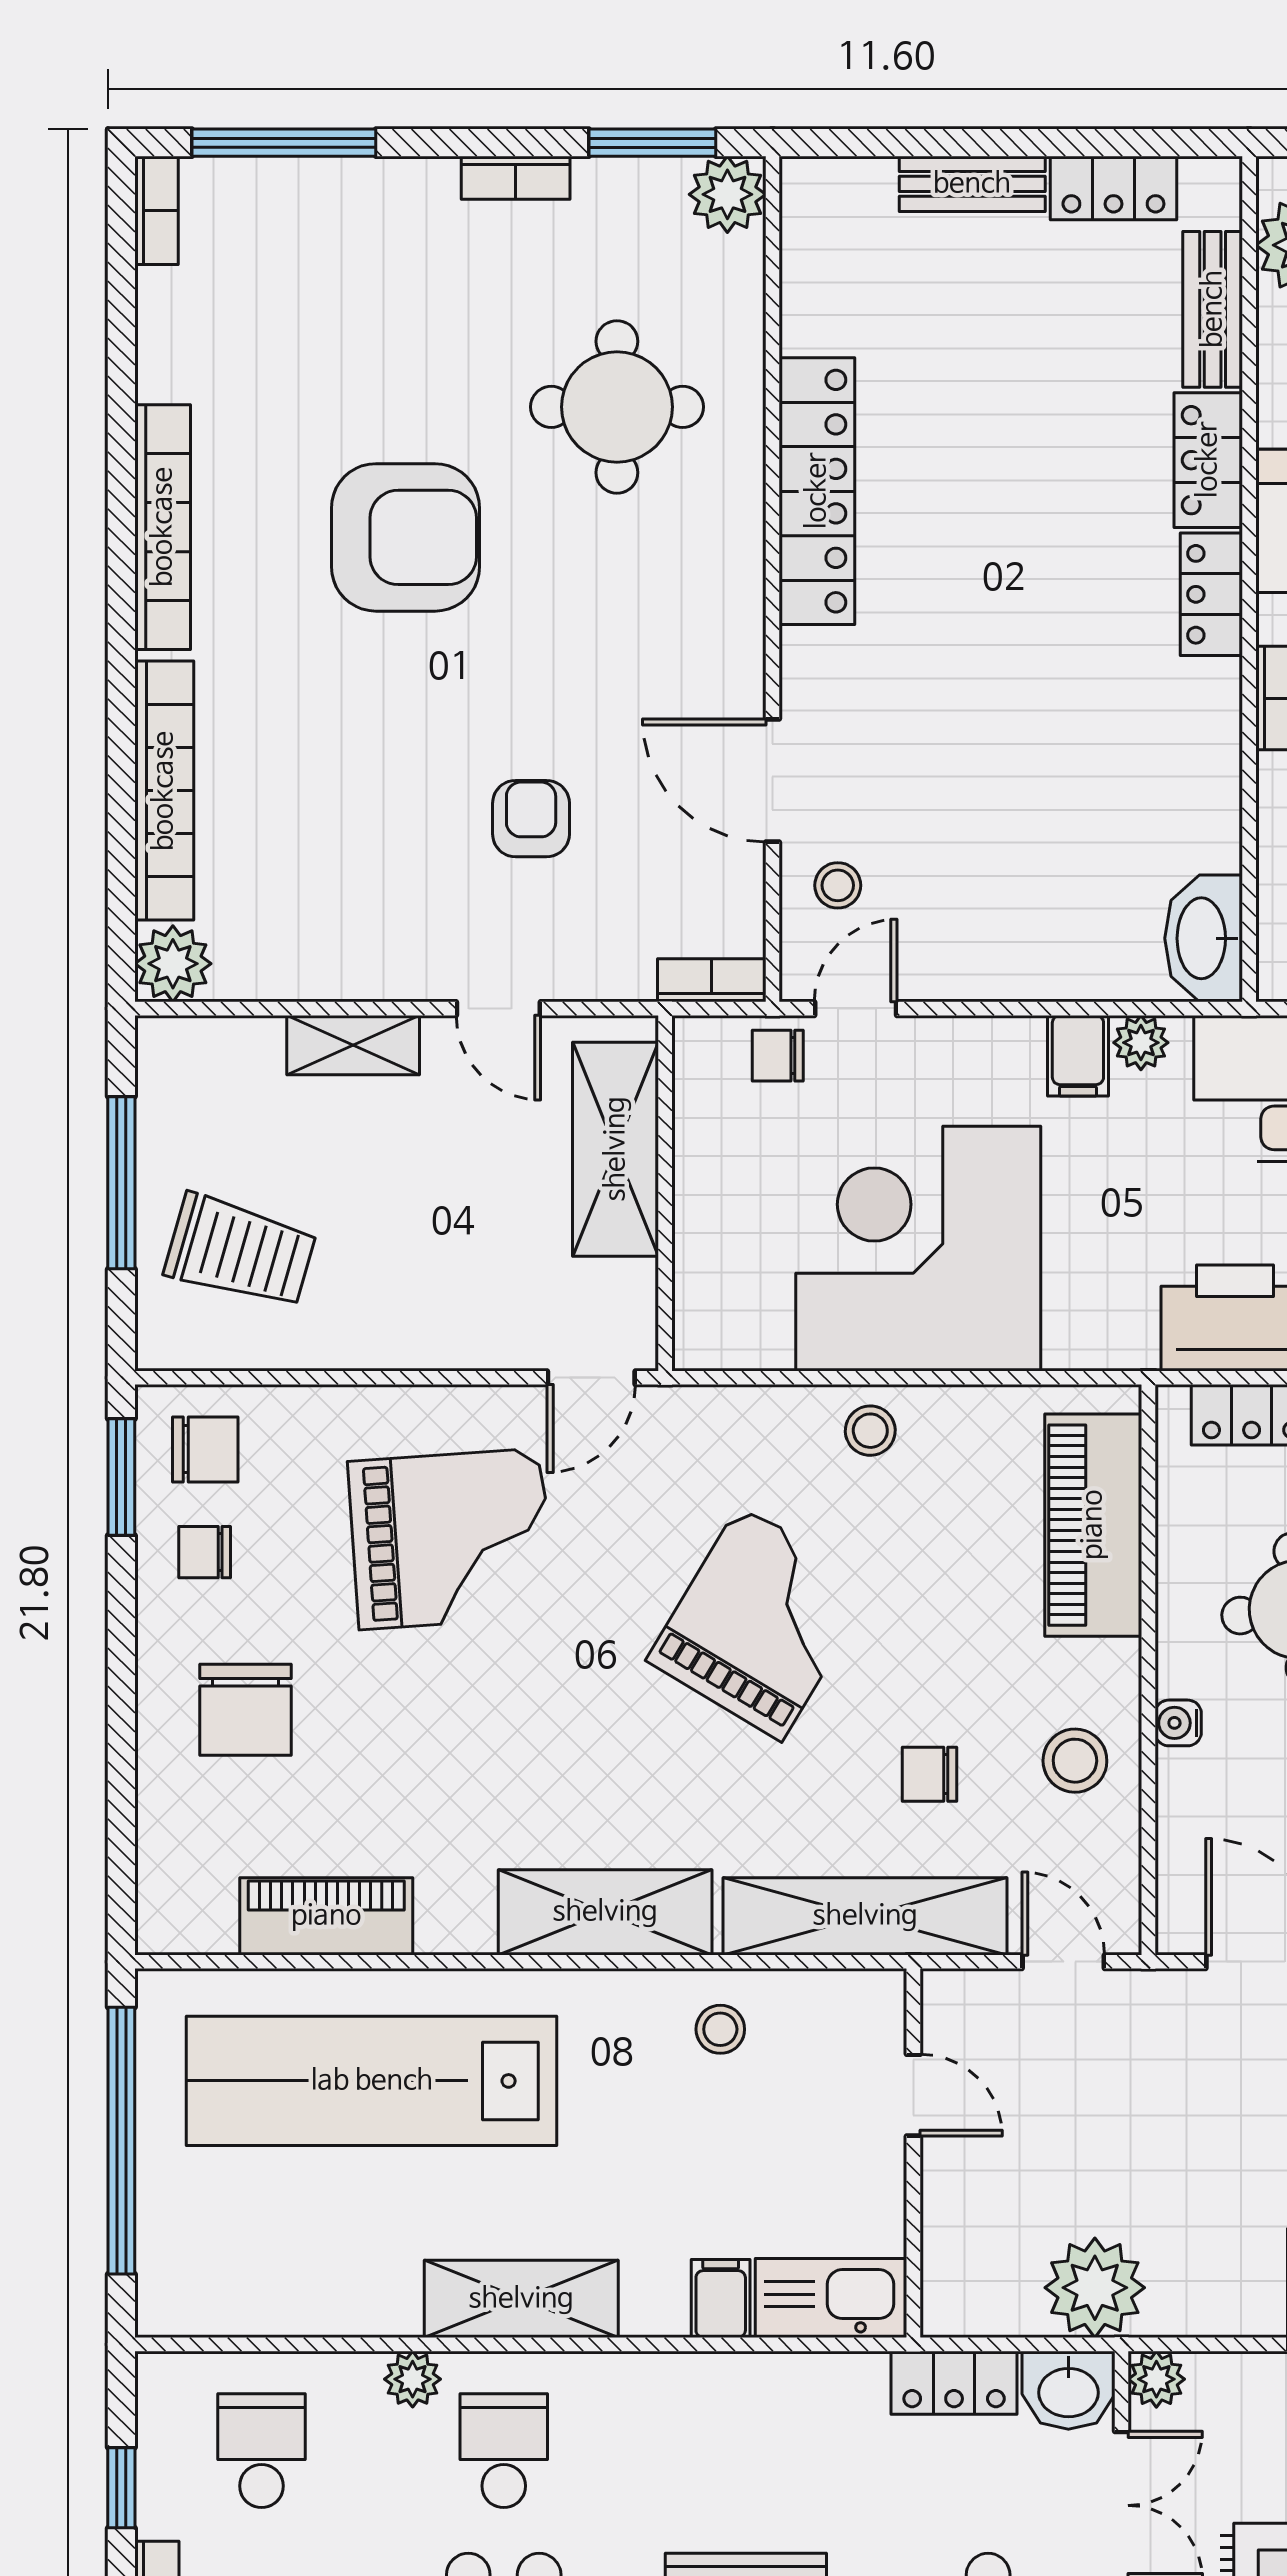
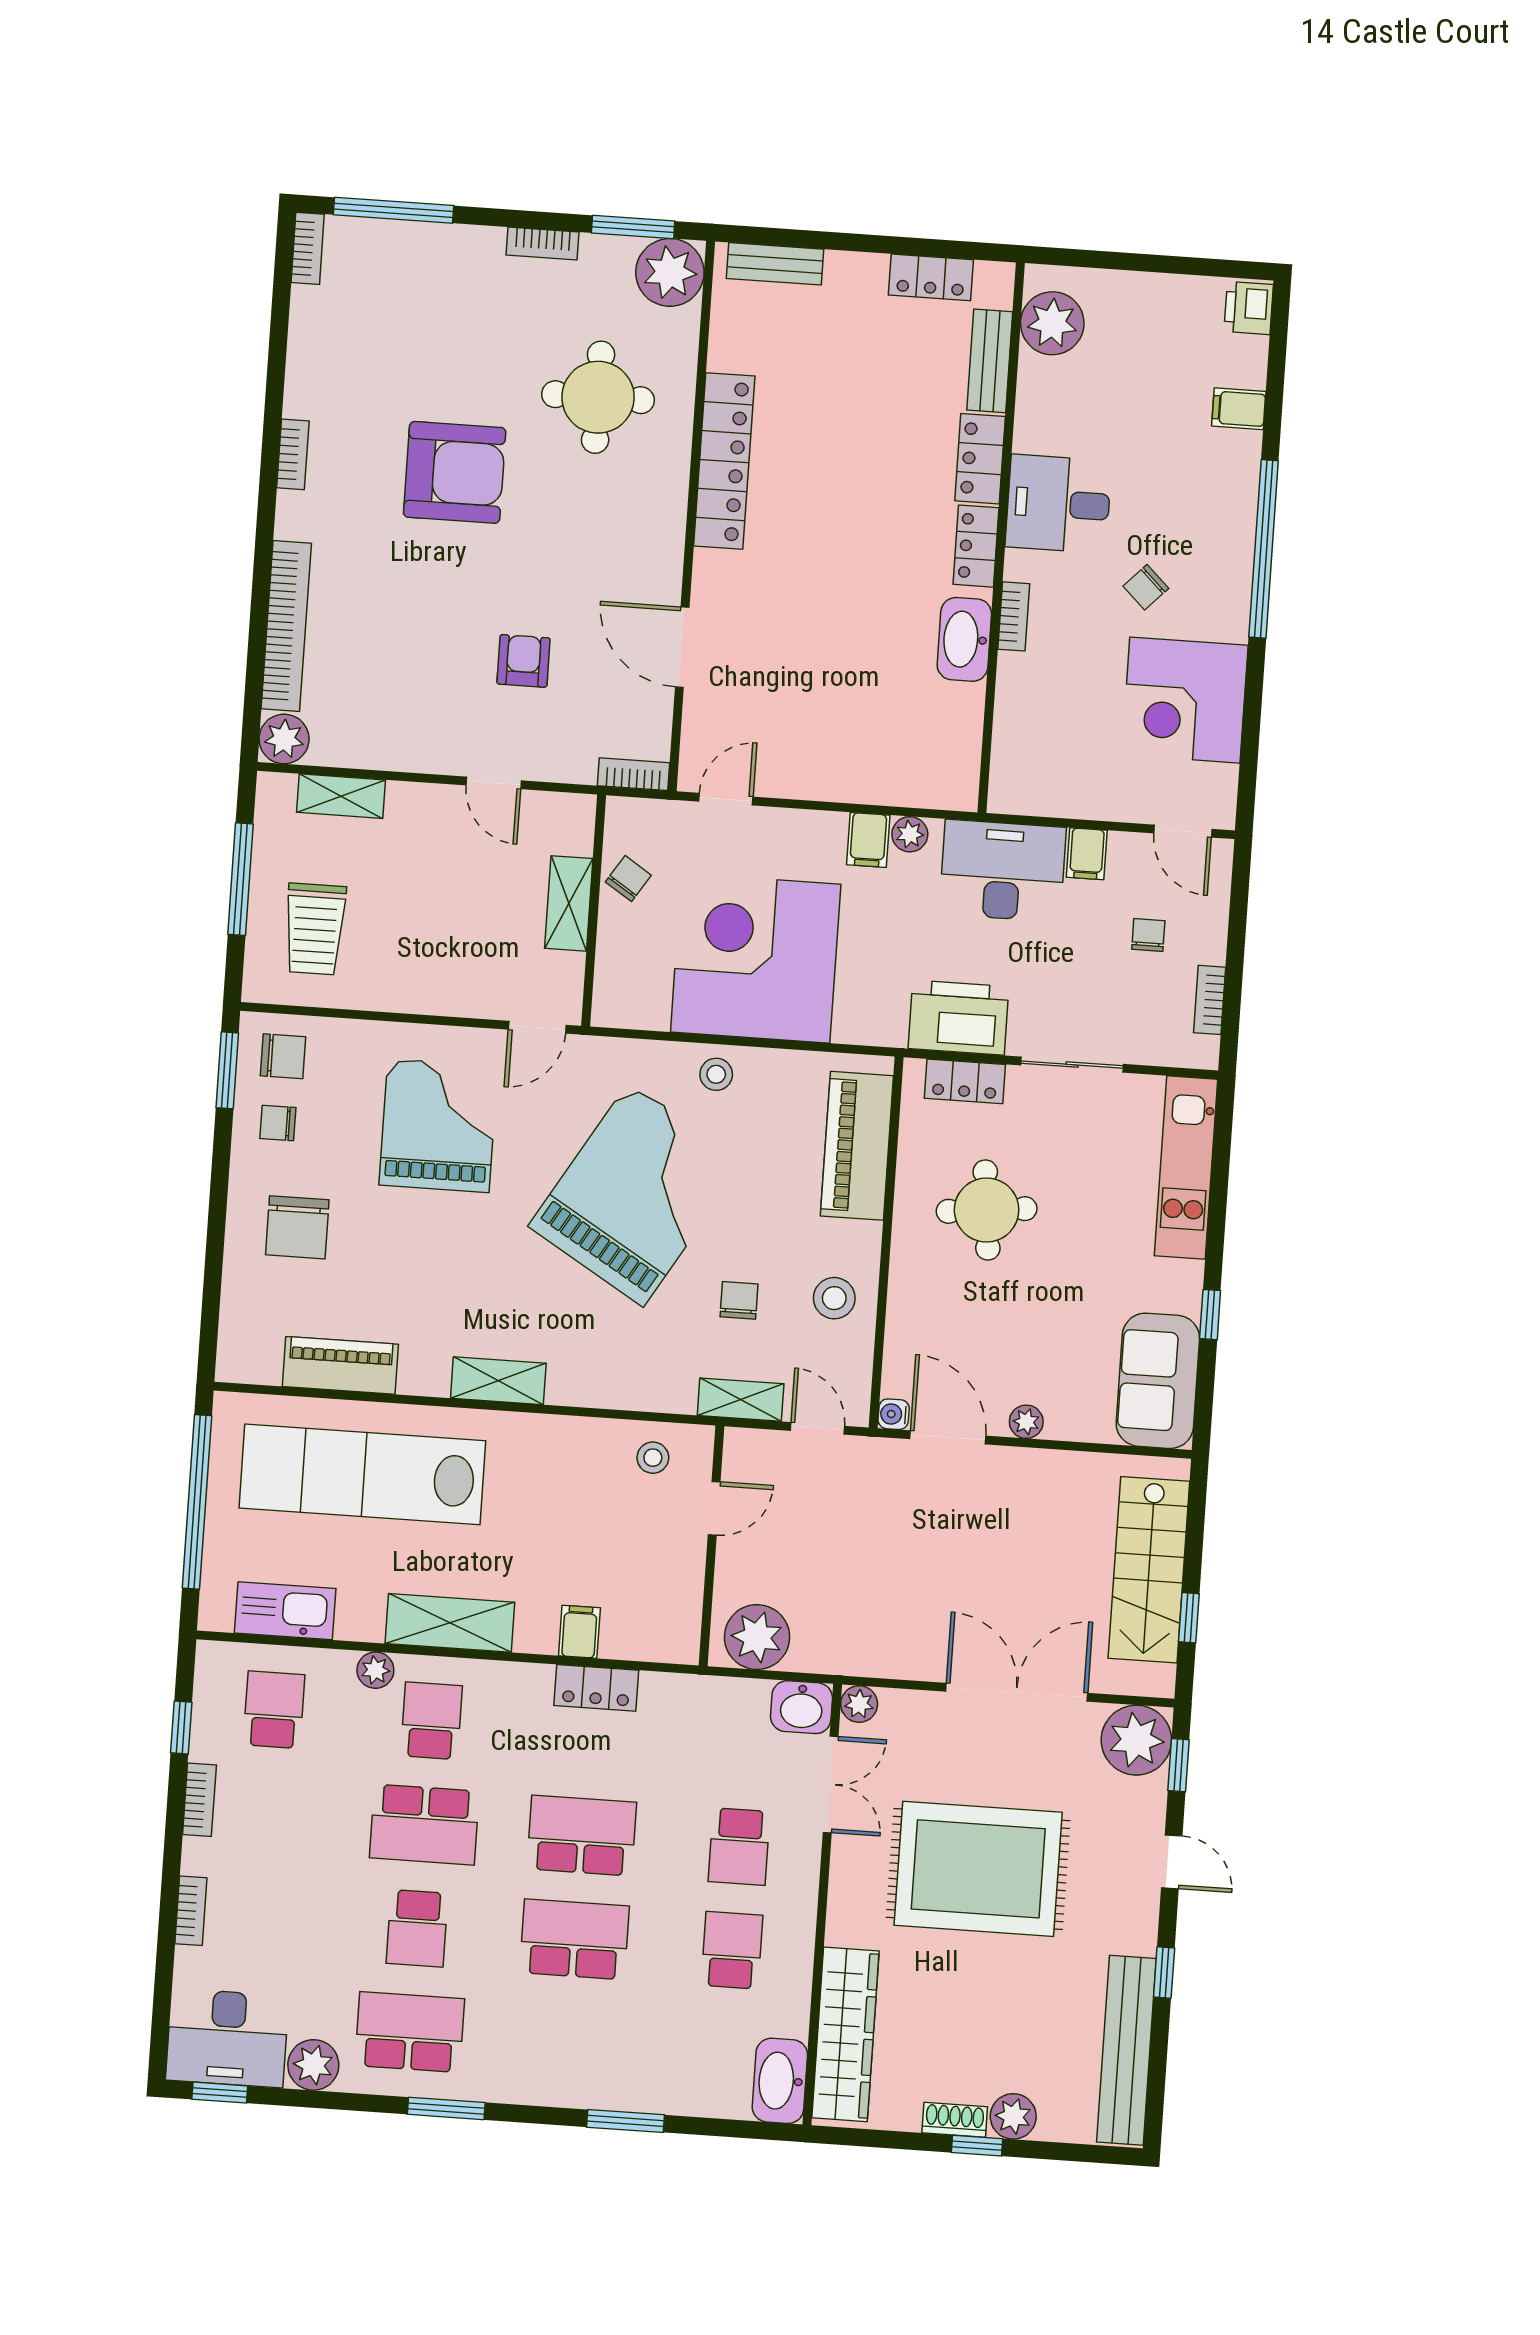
bench: (972, 184) -> (775, 264), moved
plant: (727, 194) -> (670, 272), width x1.36, depth x1.36
bookcase: (163, 527) -> (293, 454), width x0.43, depth x0.76
stool: (838, 885) -> (720, 718), removed
washbasin: (1204, 938) -> (964, 639), moved
shelving: (353, 1045) -> (341, 796), moved
chair: (778, 1056) -> (628, 879), moved, turned 123
shelving: (616, 1149) -> (569, 903), width x0.67, depth x0.75
trolley: (240, 1251) -> (315, 929), turned 74
grand piano: (450, 1539) -> (438, 1126), turned -86
grand piano: (761, 1623) -> (636, 1194), width x1.37, depth x1.48
water cooler: (1178, 1723) -> (894, 1414), moved
chair: (929, 1774) -> (739, 1300), turned 90
shelving: (605, 1912) -> (498, 1381), width x0.67, depth x0.75
shelving: (865, 1916) -> (741, 1400), width x0.45, depth x0.75
stool: (720, 2029) -> (653, 1458), moved
door: (913, 2095) -> (714, 1508), hinge flipped
plant: (1095, 2288) -> (757, 1637), moved
kitchen sink: (830, 2298) -> (285, 1611), moved
locker: (954, 2383) -> (596, 1688), moved

